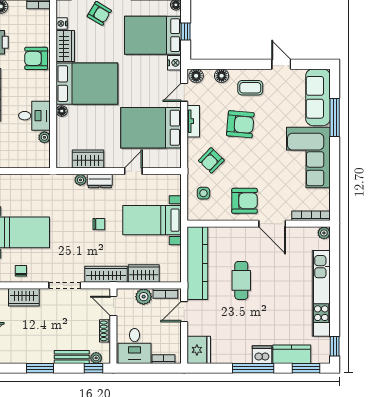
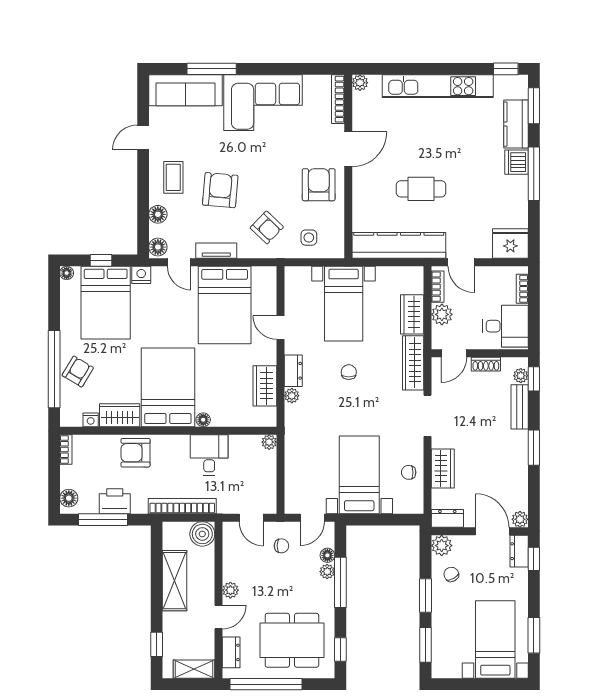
armchair: (36, 58) -> (136, 453), turned 90
plant: (44, 137) -> (269, 442), moved

